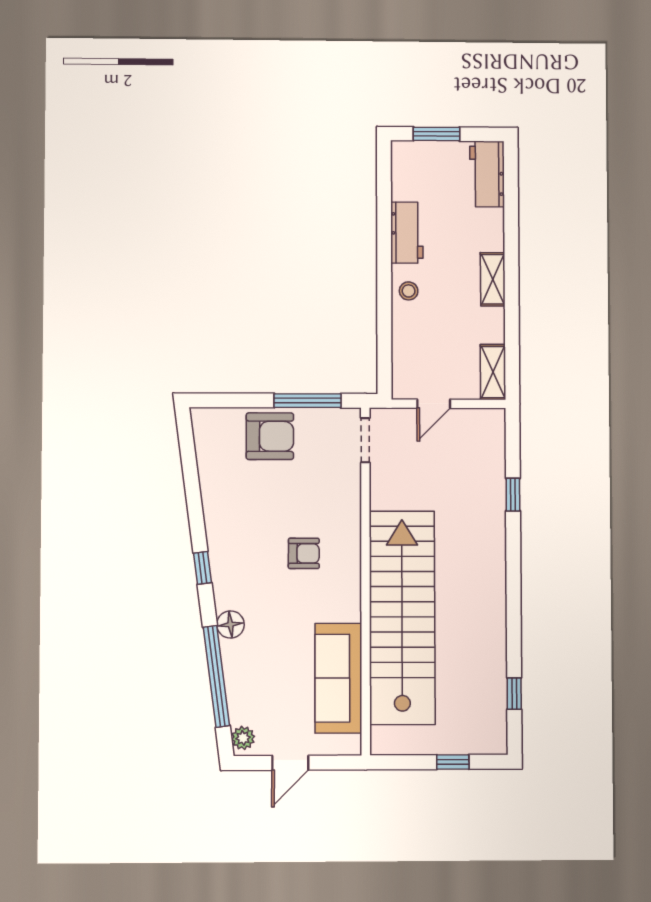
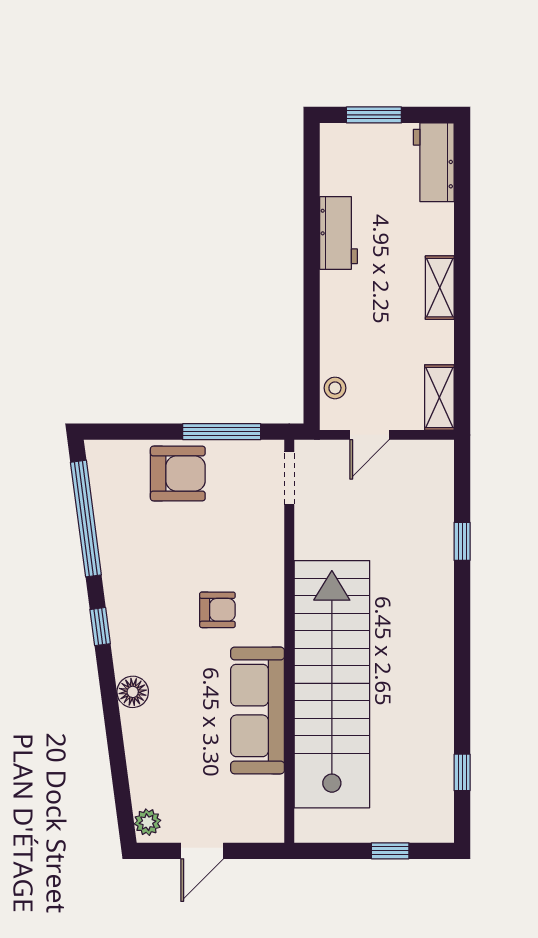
stool: (409, 291) -> (335, 388), moved
window: (216, 676) -> (86, 519), moved
sofa: (338, 678) -> (258, 710), moved

